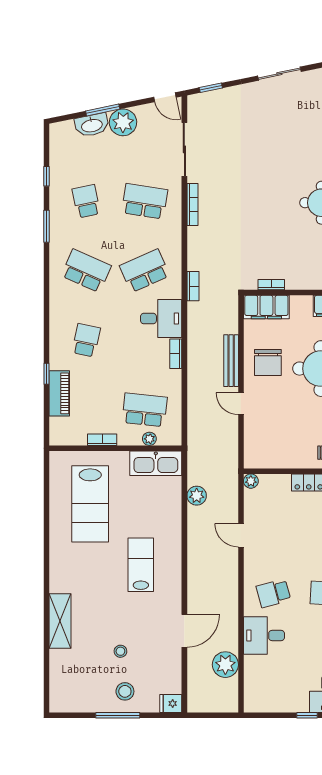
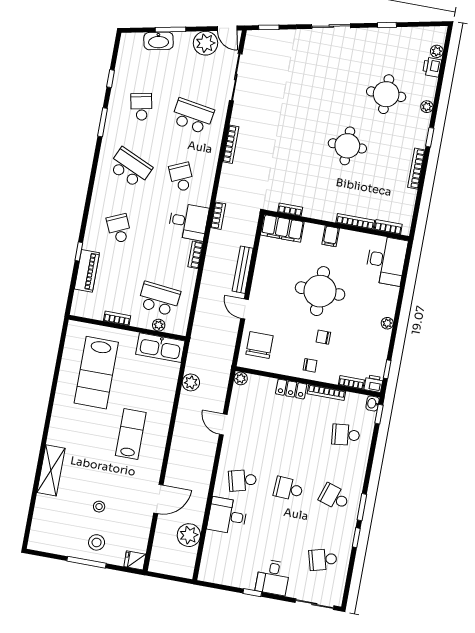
plant: (123, 122) -> (205, 43), moved
bookcase: (192, 205) -> (231, 144), moved
school desk: (145, 271) -> (181, 177), width x0.54
bookcase: (193, 286) -> (218, 216), moved
school desk: (86, 340) -> (119, 229), turned -36
chair: (268, 363) -> (260, 345), moved, turned 180

